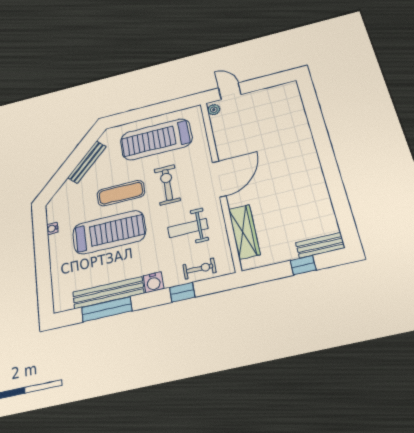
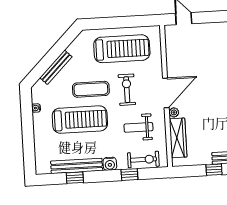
plant: (214, 110) -> (174, 112), moved
treadmill: (156, 139) -> (122, 49), turned 180
bench: (87, 162) -> (56, 67), moved
exercise bike: (200, 269) -> (143, 159), width x1.38, depth x1.39
window: (107, 309) -> (75, 178), width x0.46

